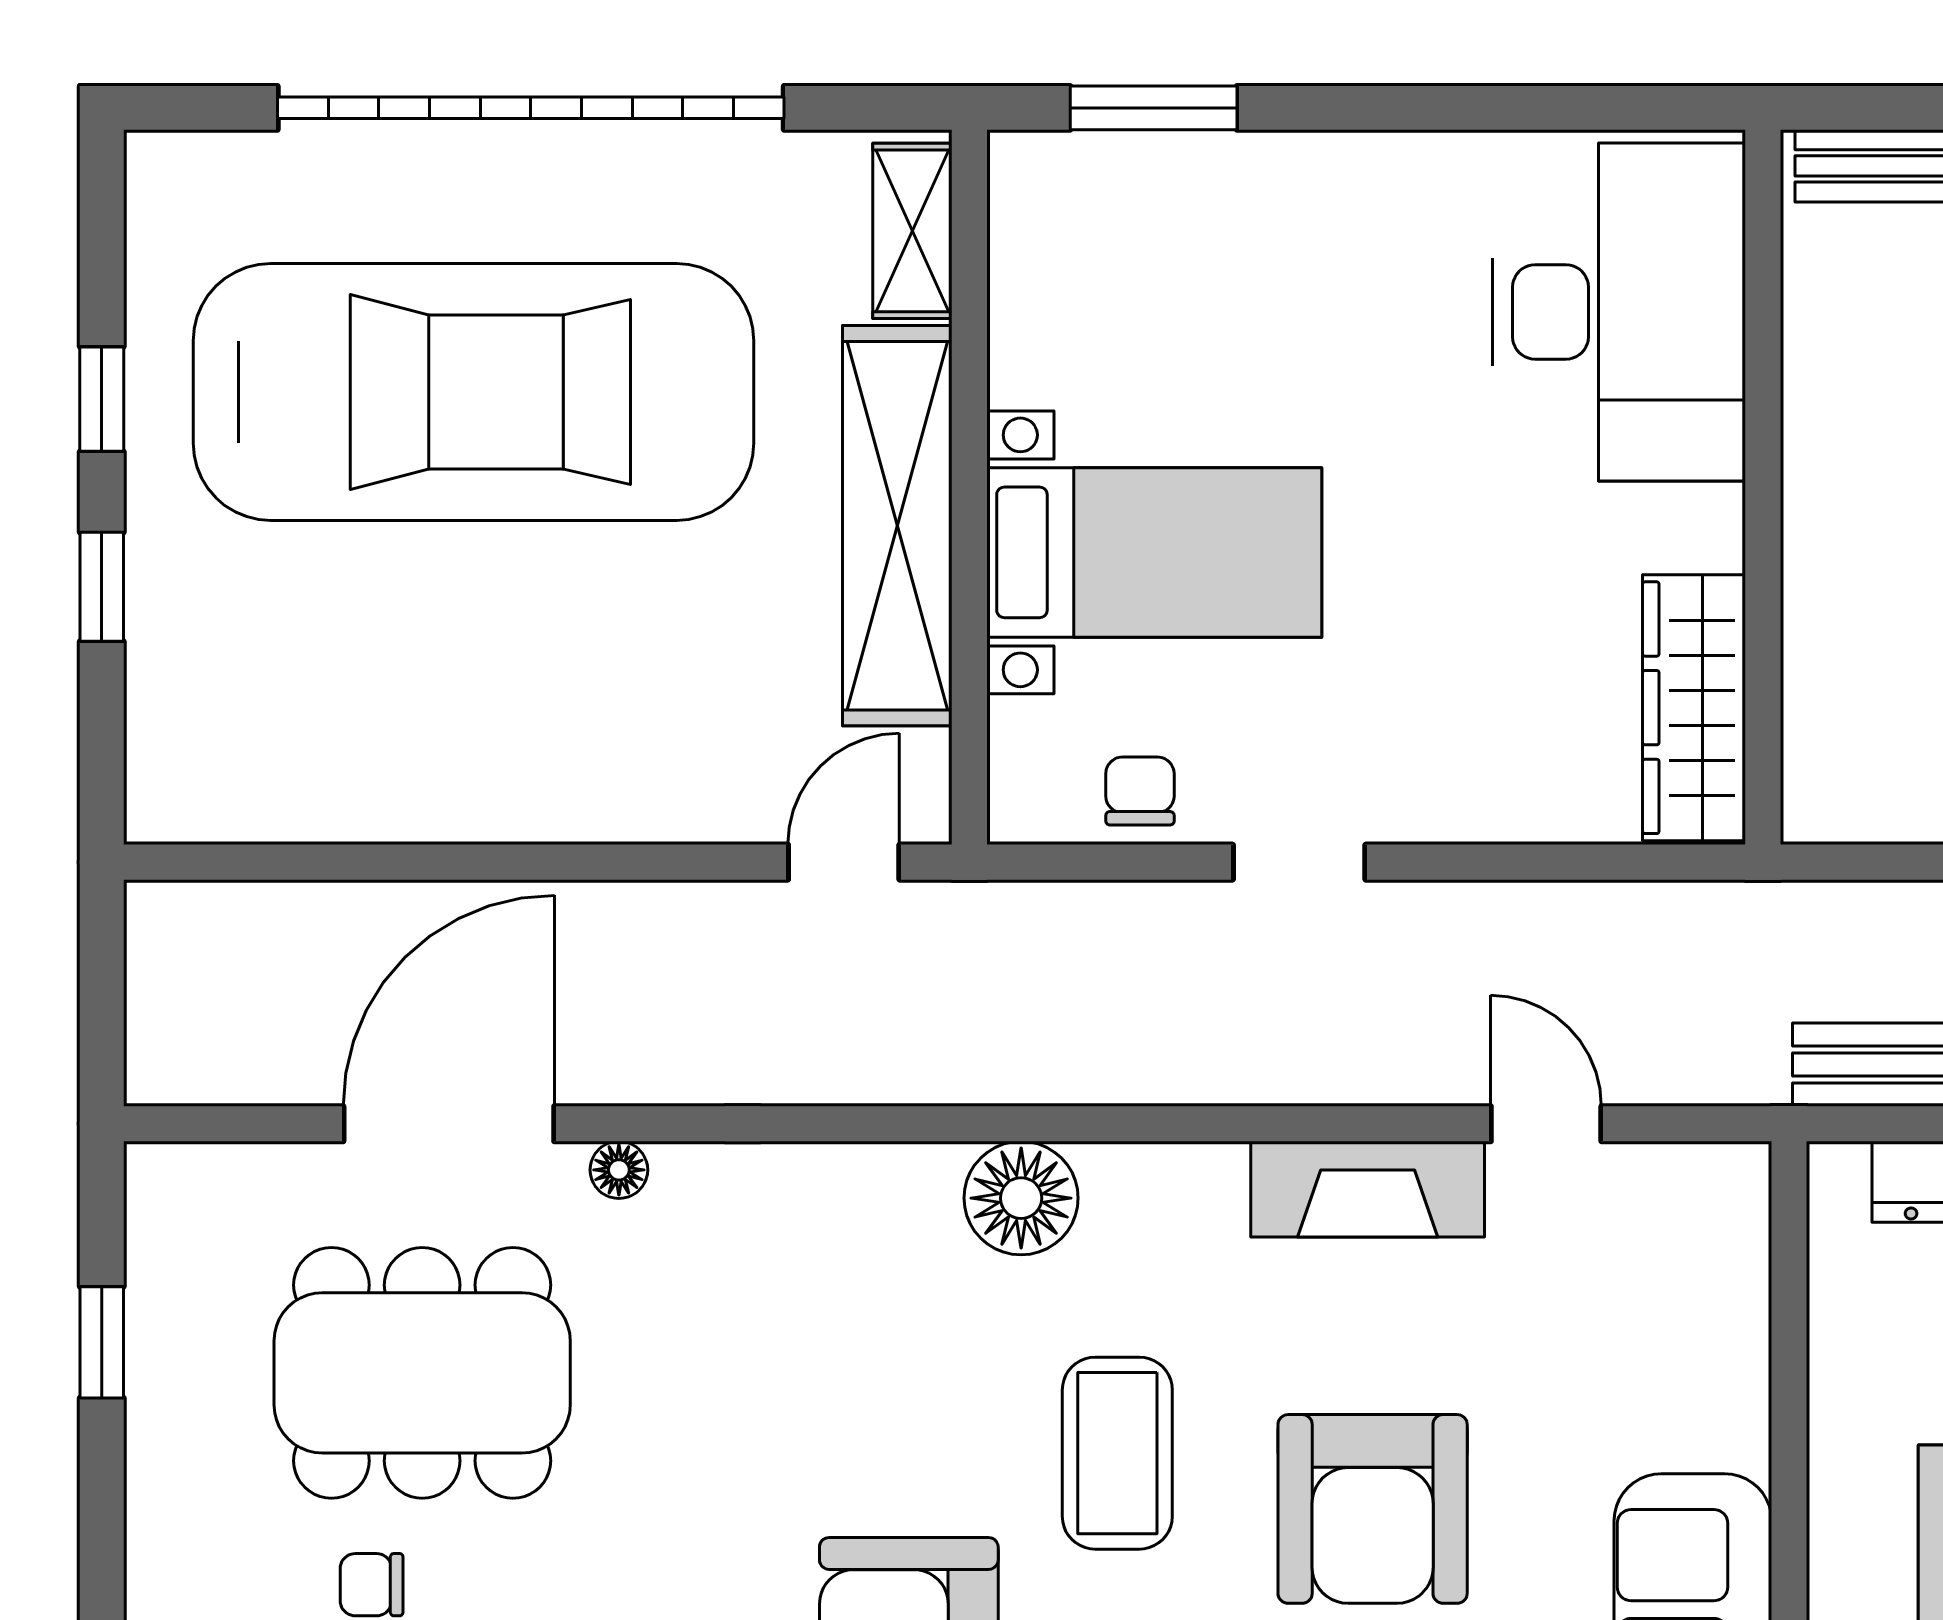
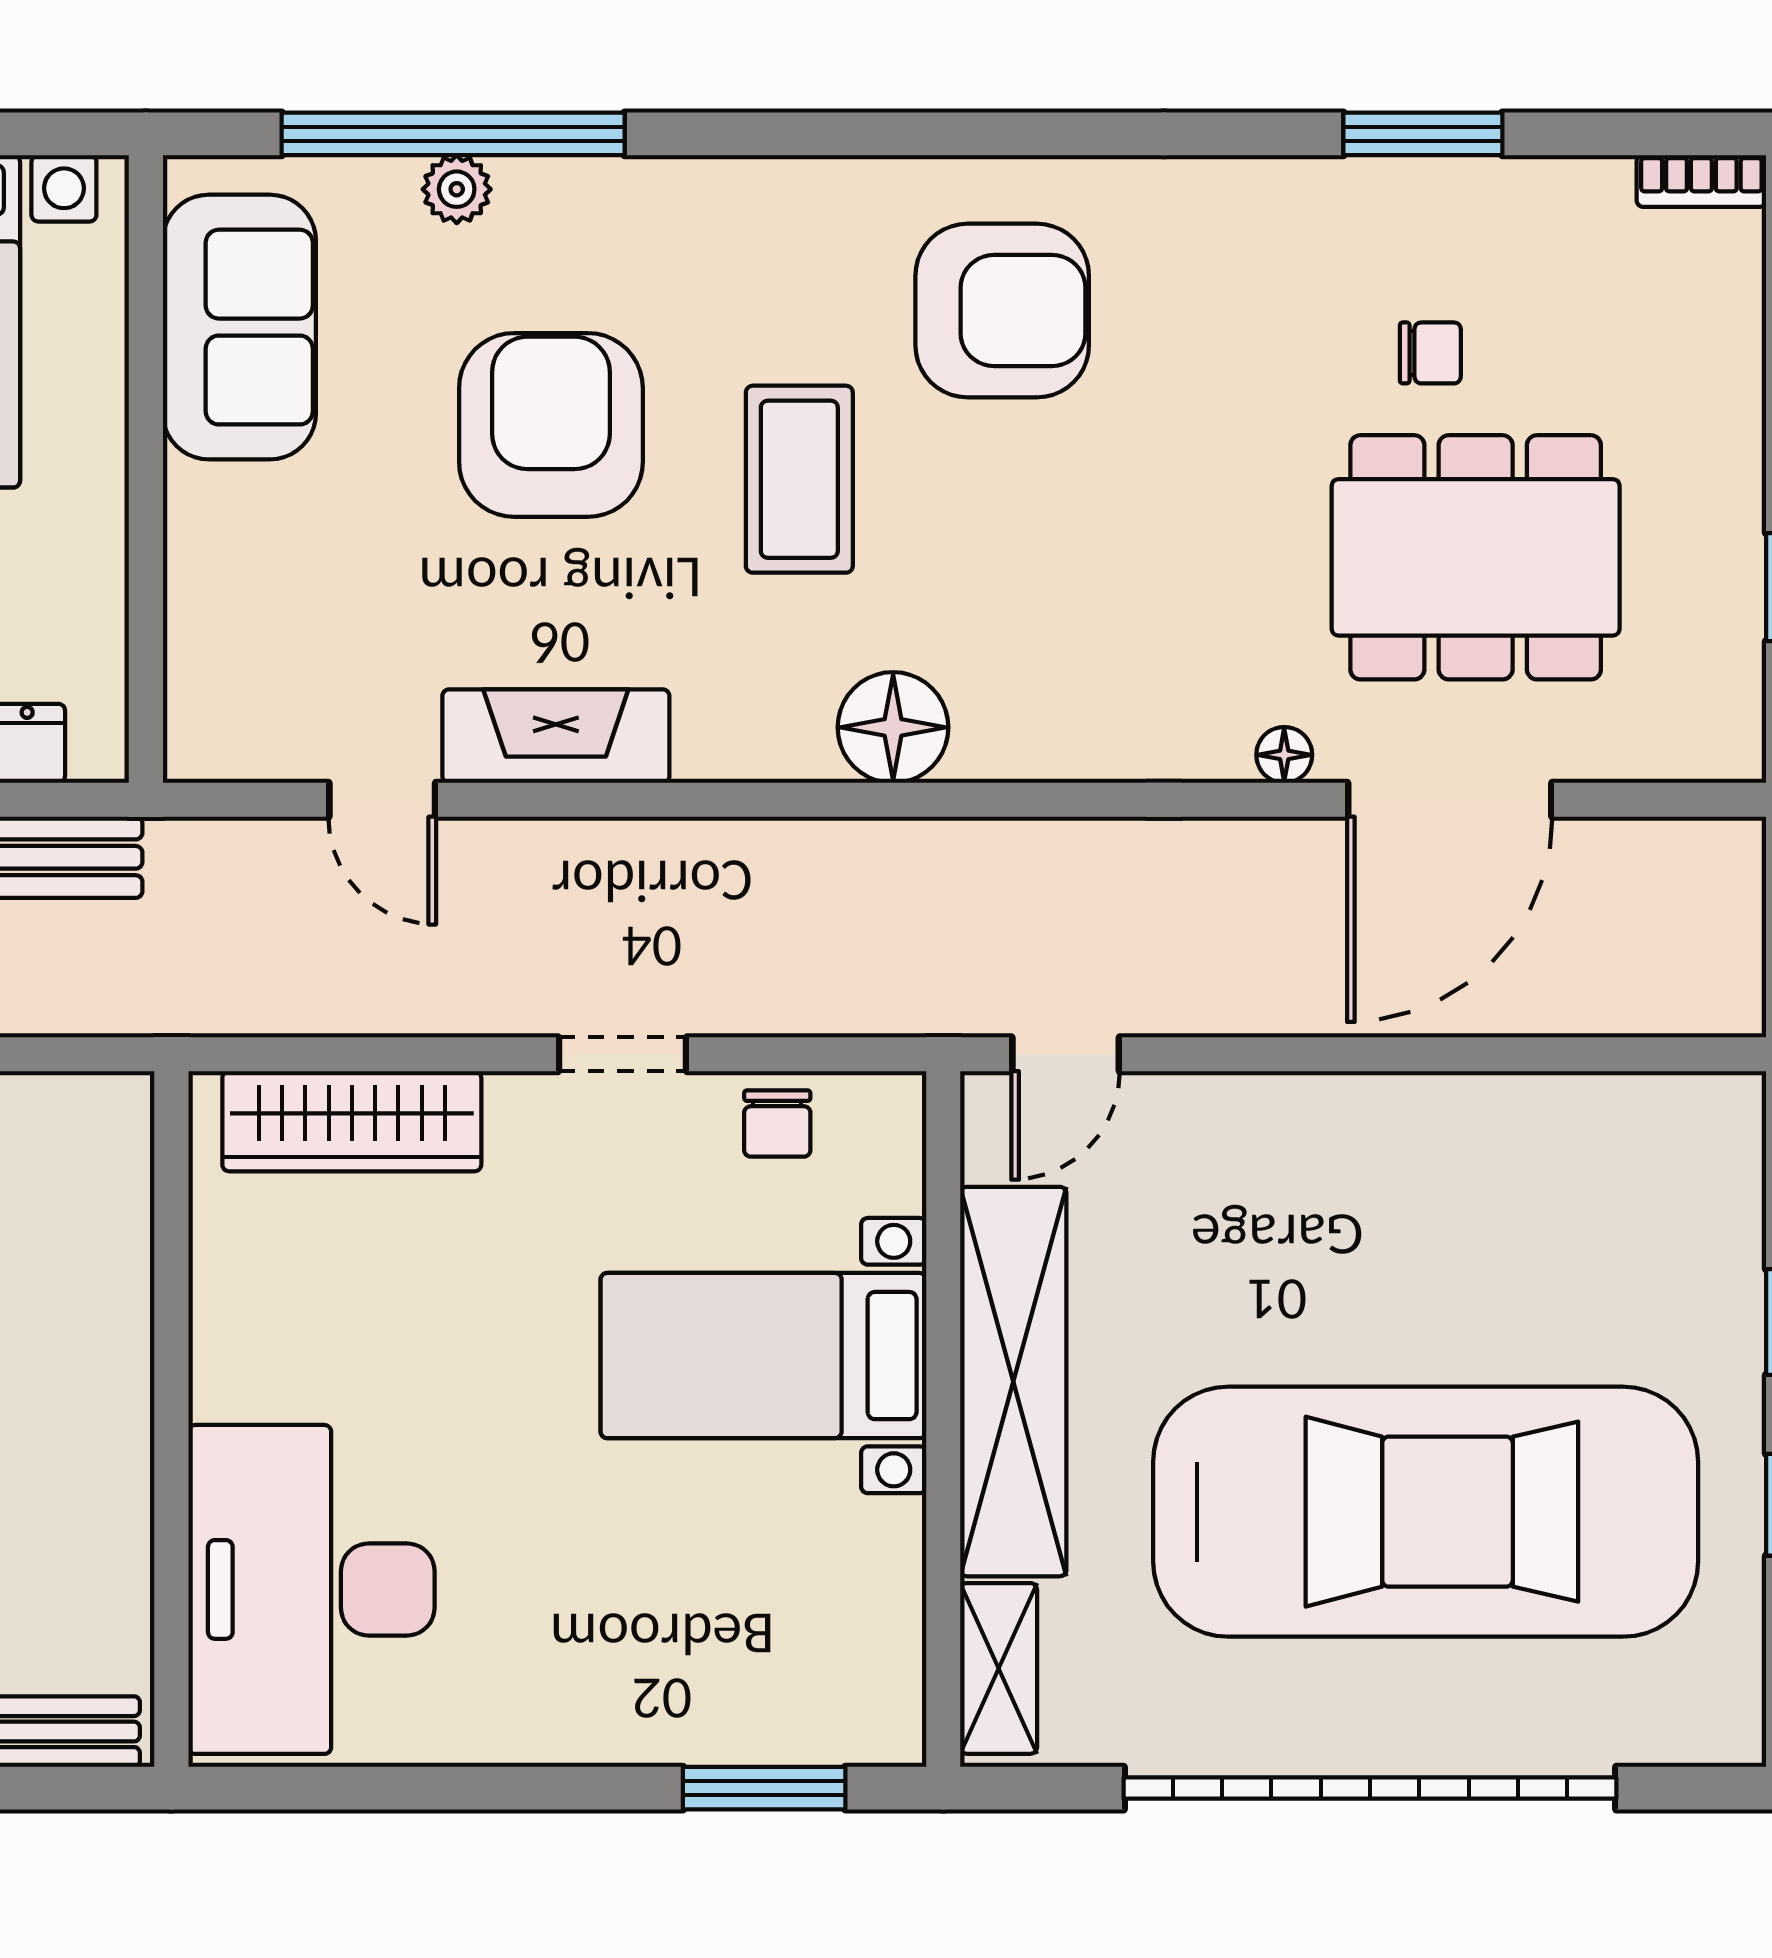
car: (474, 392) -> (1426, 1512), turned 180
wardrobe: (1694, 708) -> (352, 1121), moved, turned 90
chair: (372, 1585) -> (1430, 353), moved

